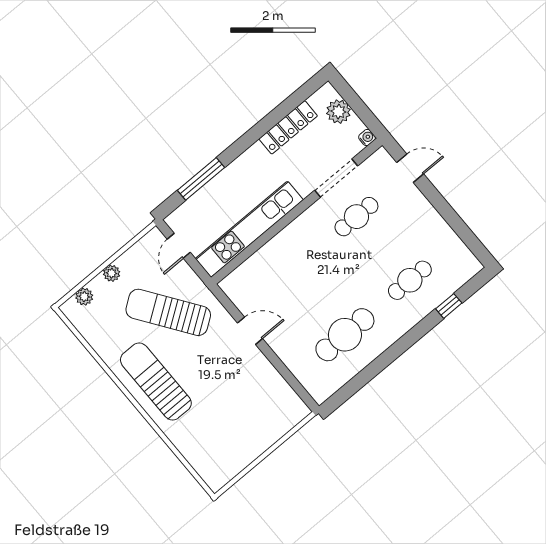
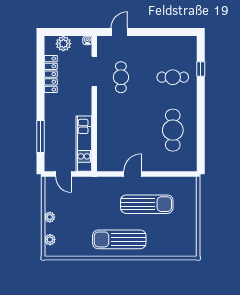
kitchen unit: (249, 229) -> (84, 144), width x0.73
cafe table: (410, 280) -> (173, 77), turned 90
sun lounger: (168, 312) -> (147, 204), moved, turned -145

